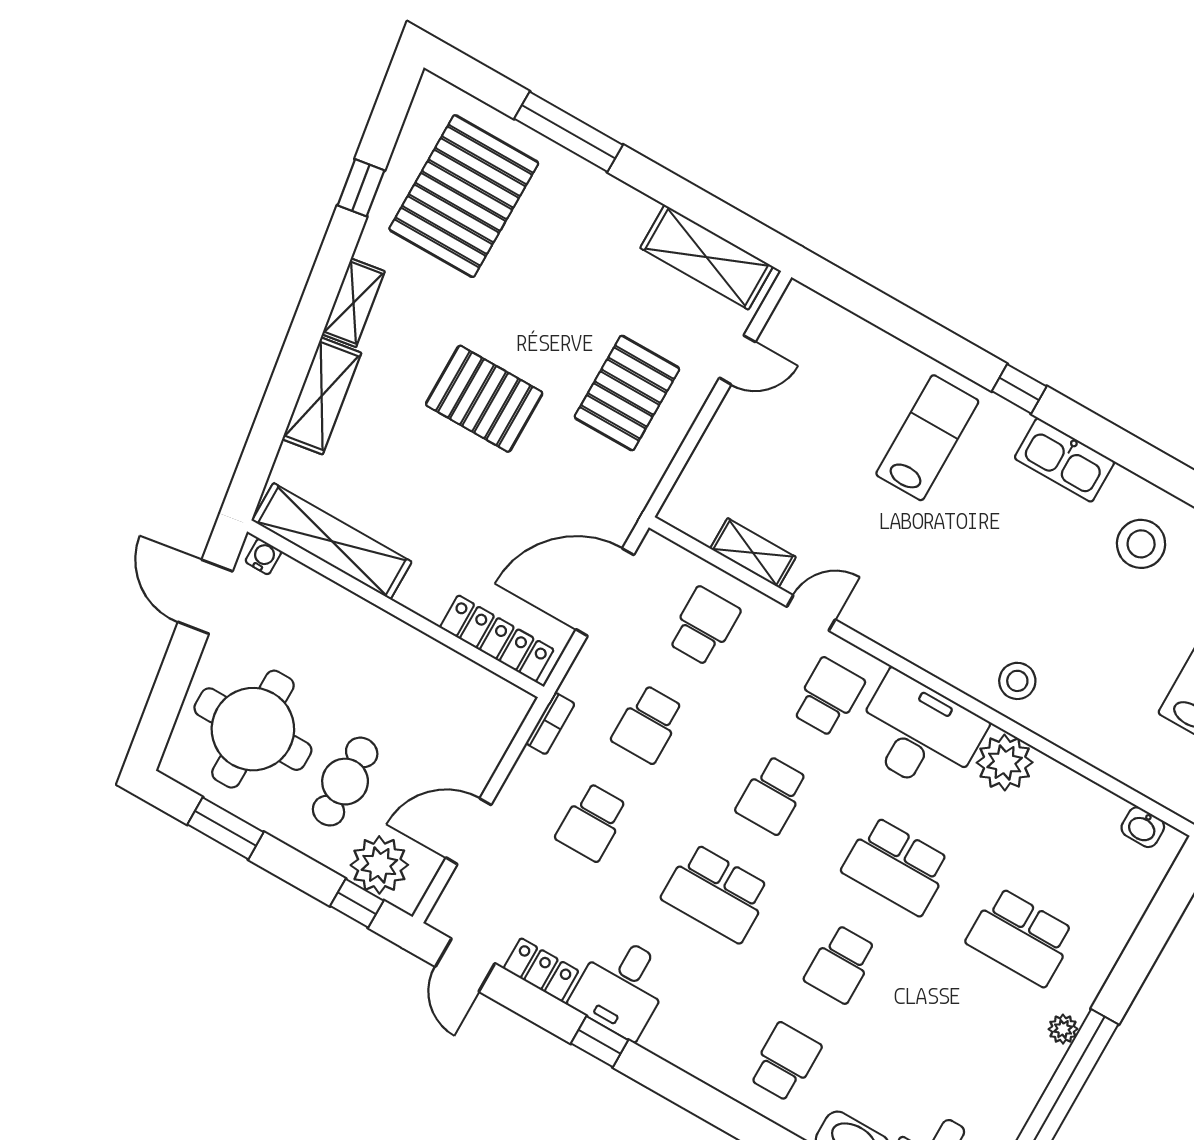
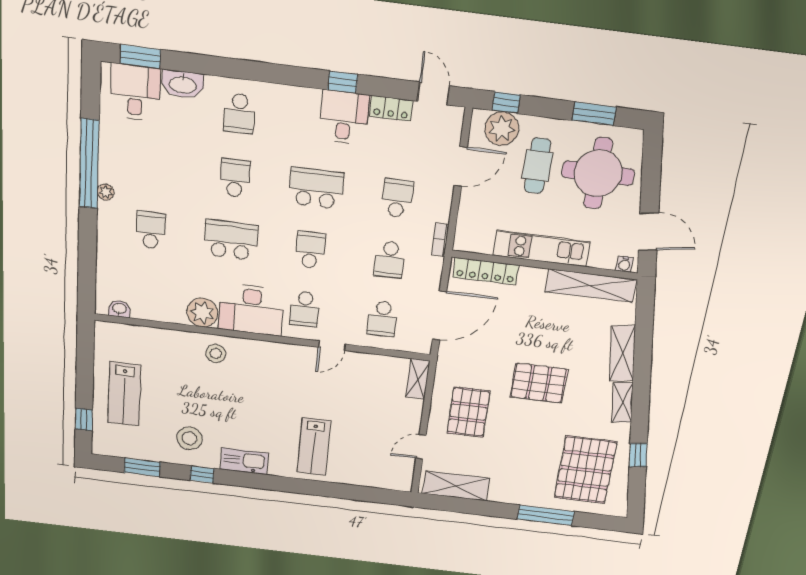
window: (1019, 389) -> (202, 474), moved
shelving: (753, 553) -> (418, 379), moved, turned 90
kitchen unit: (390, 640) -> (541, 248), added
school desk: (648, 724) -> (390, 260), turned 180
school desk: (1021, 937) -> (151, 230), width x0.54

